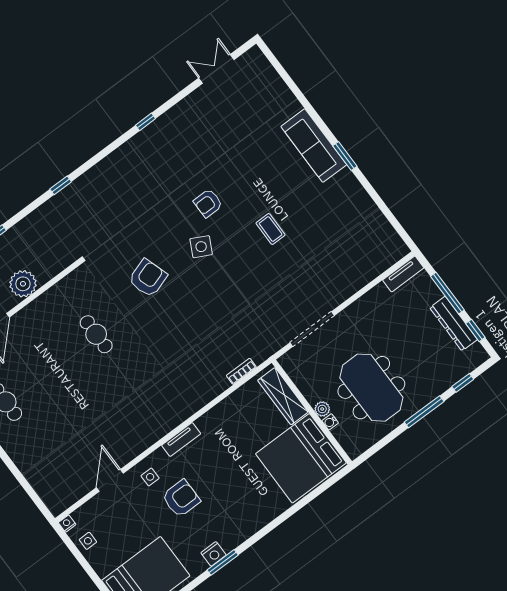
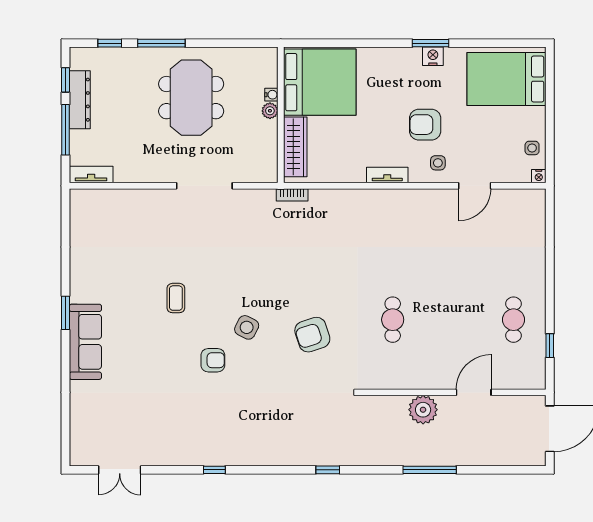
wardrobe: (283, 396) -> (295, 147), moved
plant: (322, 409) -> (270, 111), moved
wall: (312, 412) -> (281, 115), moved
water cooler: (330, 422) -> (271, 95), moved
bed: (301, 458) -> (320, 82), moved

